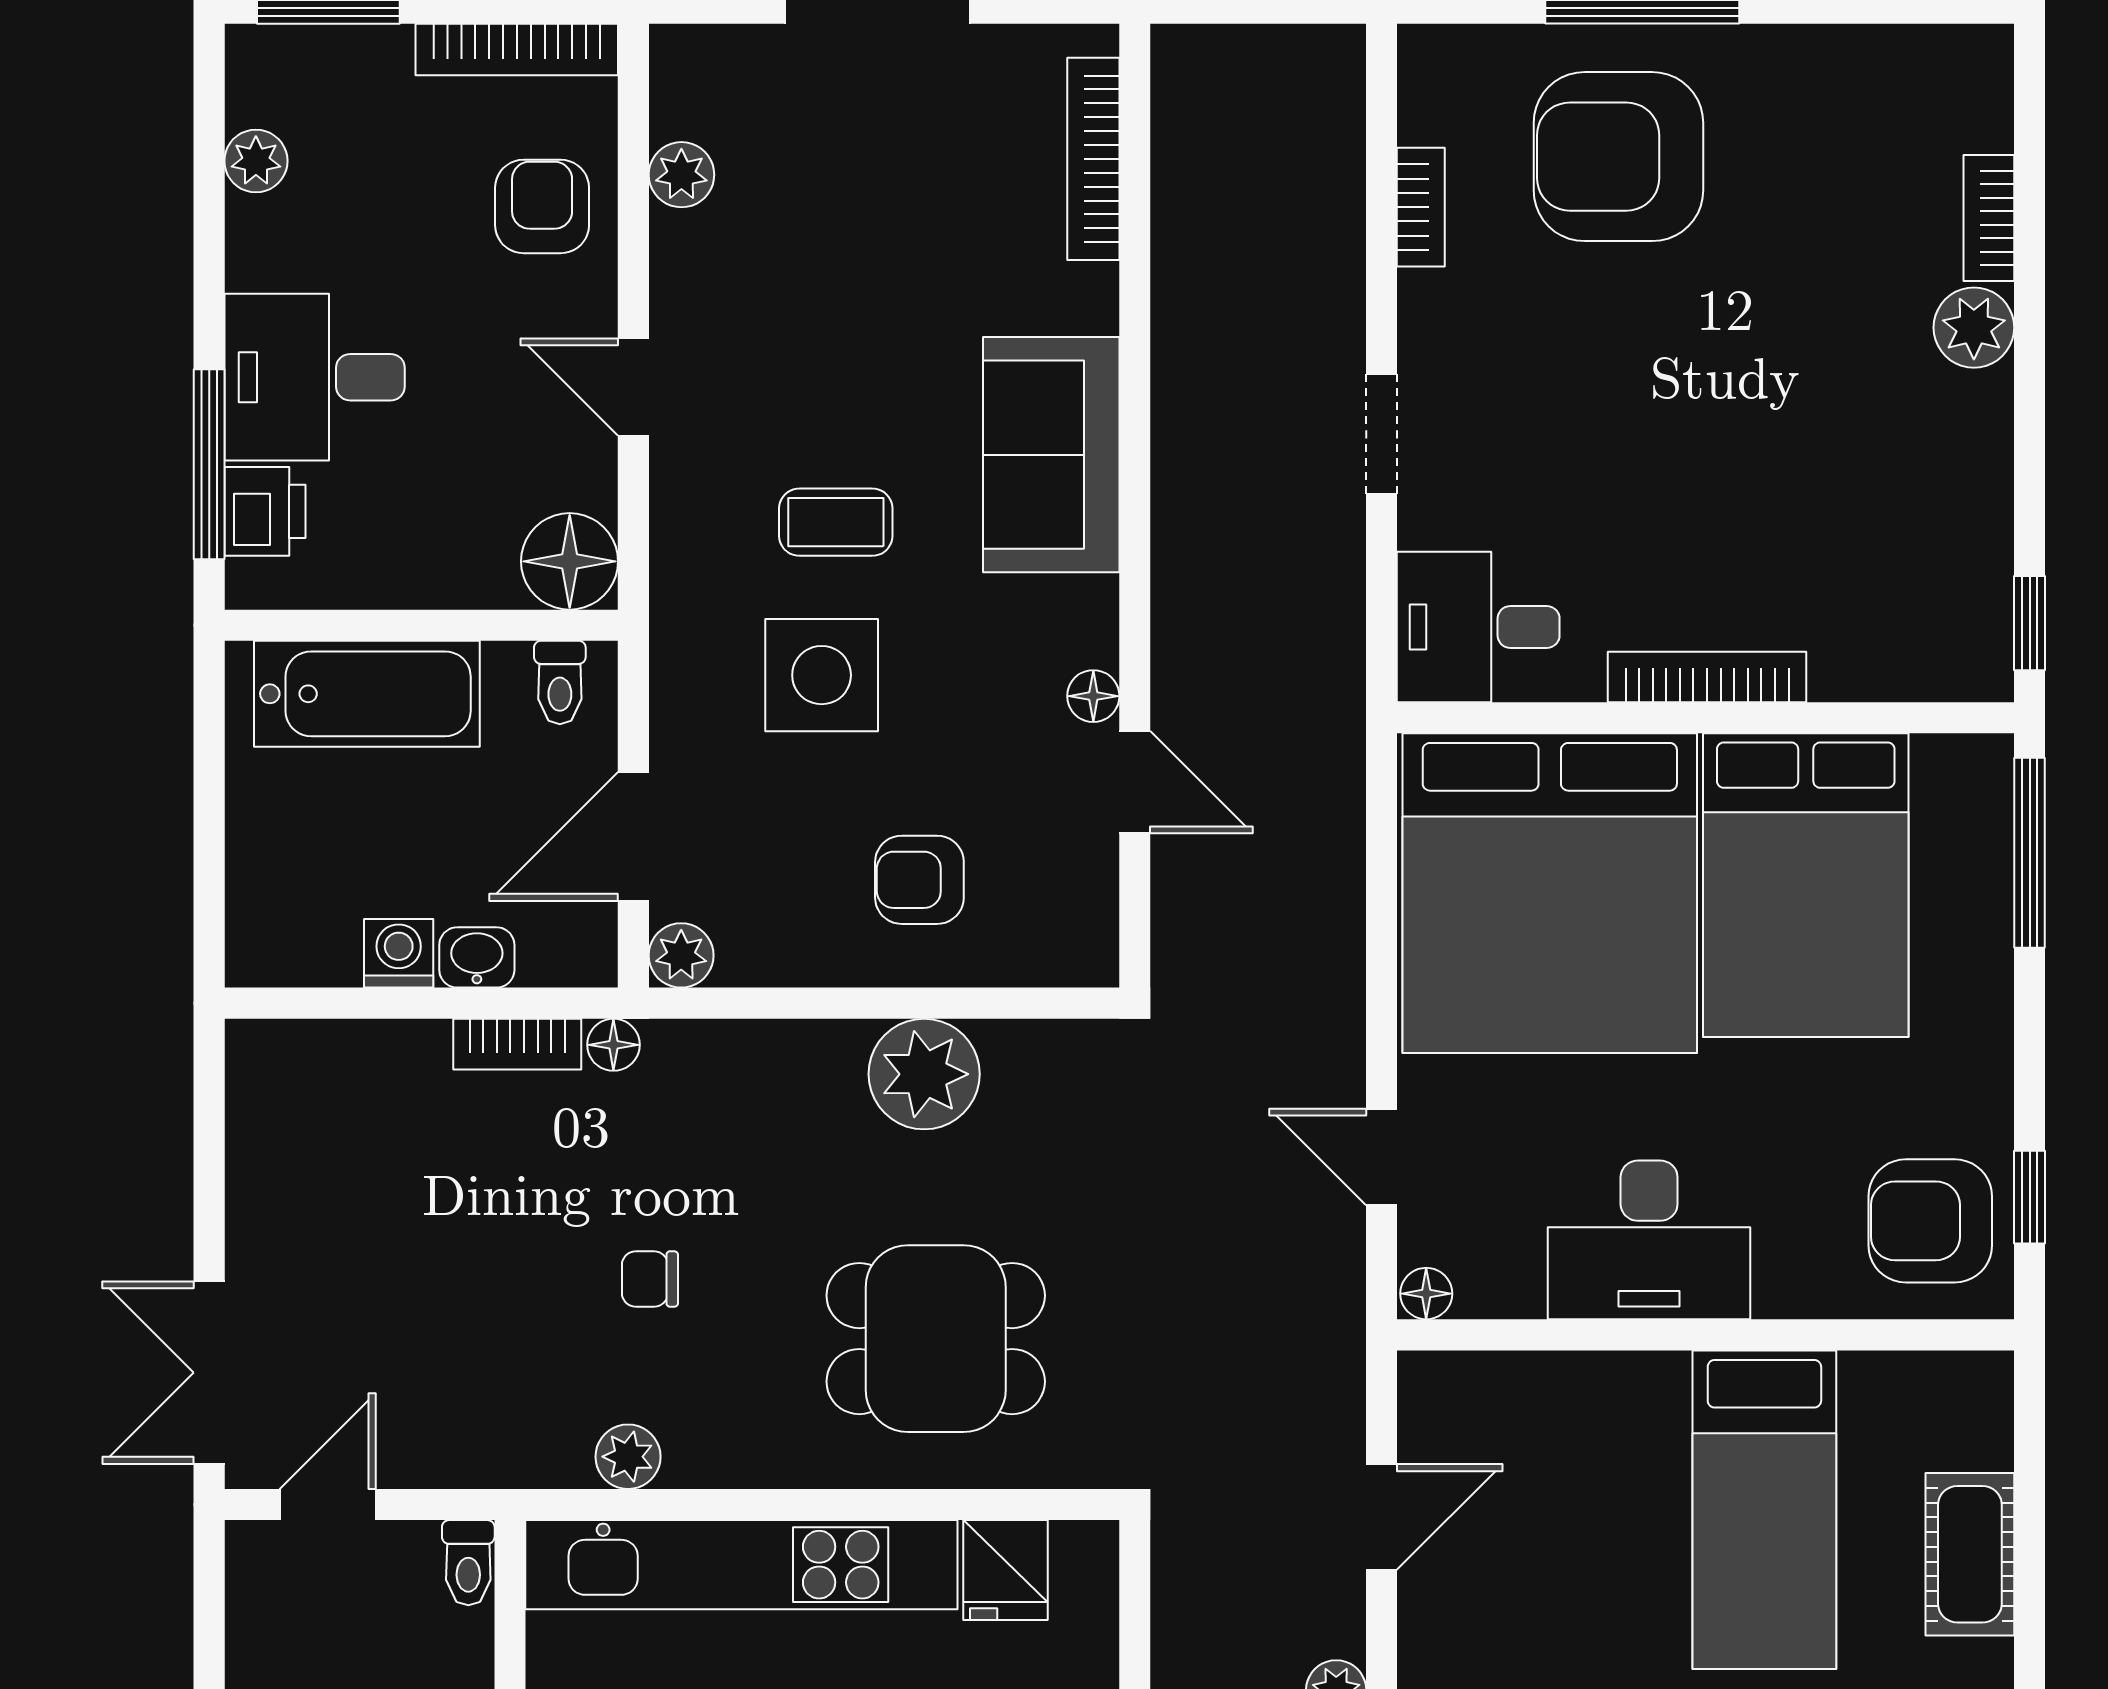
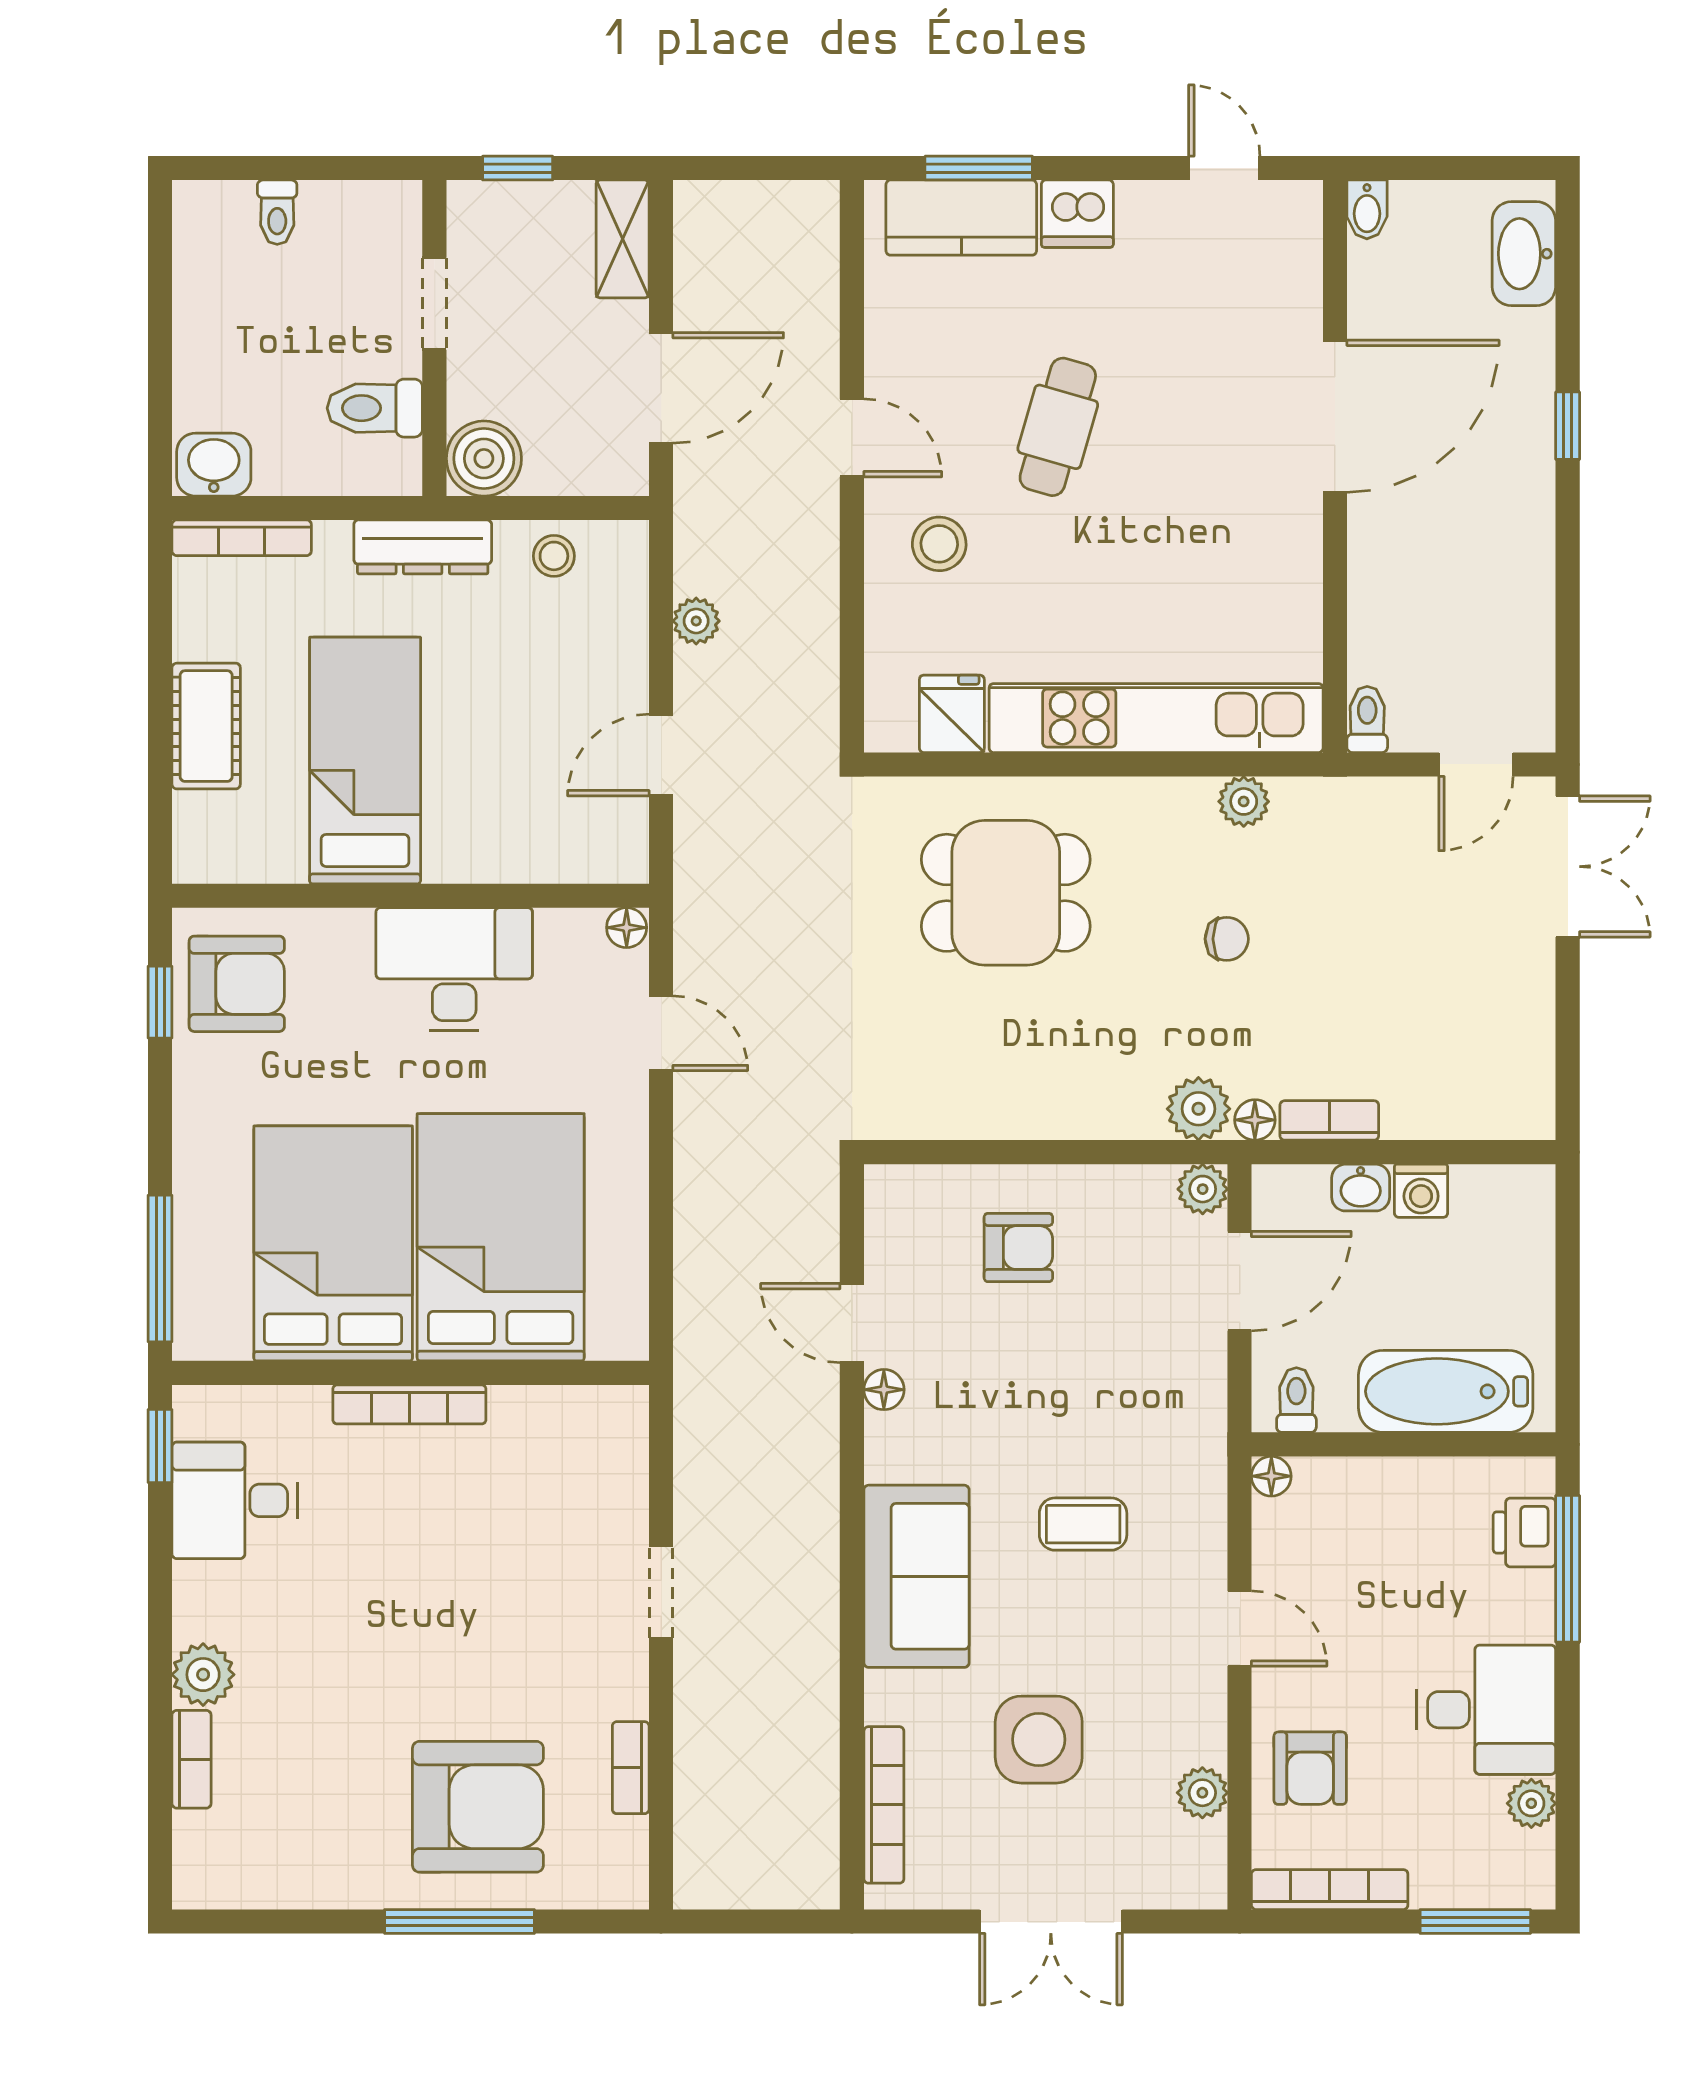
desk: (315, 377) -> (1486, 1710), moved
floor lamp: (570, 561) -> (1271, 1476), width x0.53, depth x0.53
desk: (1478, 627) -> (235, 1500), moved, turned 180
side table: (822, 675) -> (1039, 1740), moved
bed: (1550, 893) -> (501, 1237), width x0.73
plant: (924, 1074) -> (1198, 1109), moved, width x0.73, depth x0.73

